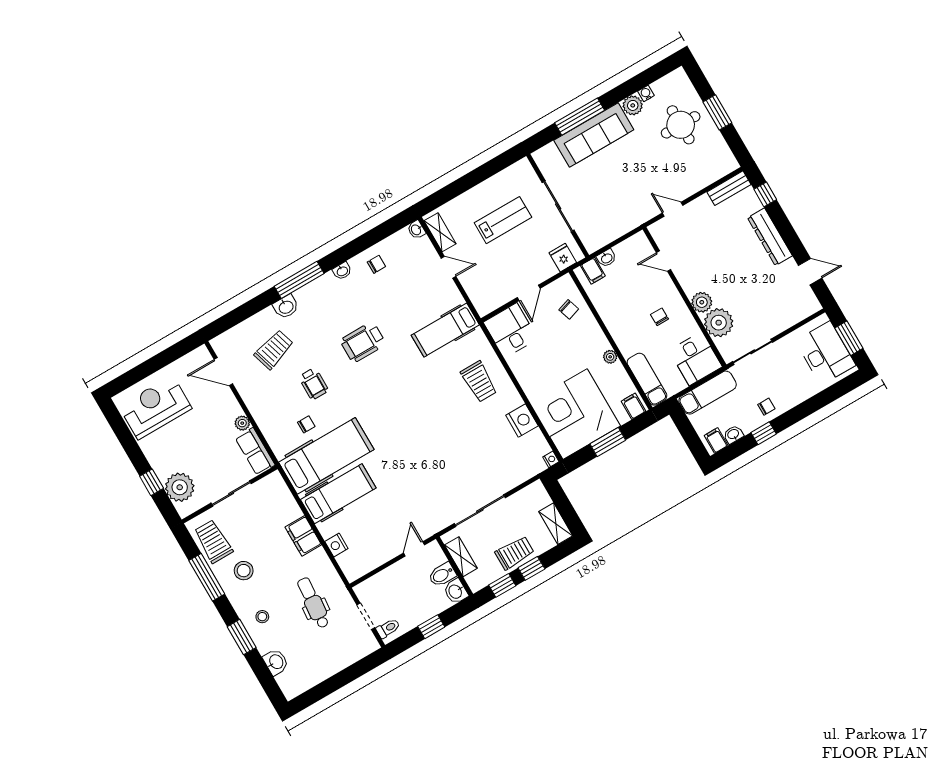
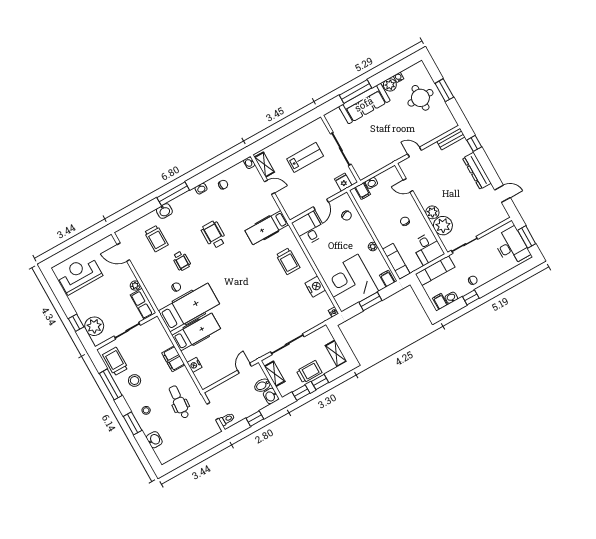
wheelchair: (363, 342) -> (214, 235), turned 90
trolley: (274, 350) -> (156, 238), turned 107

